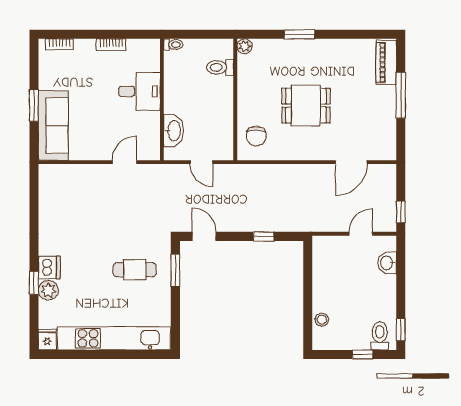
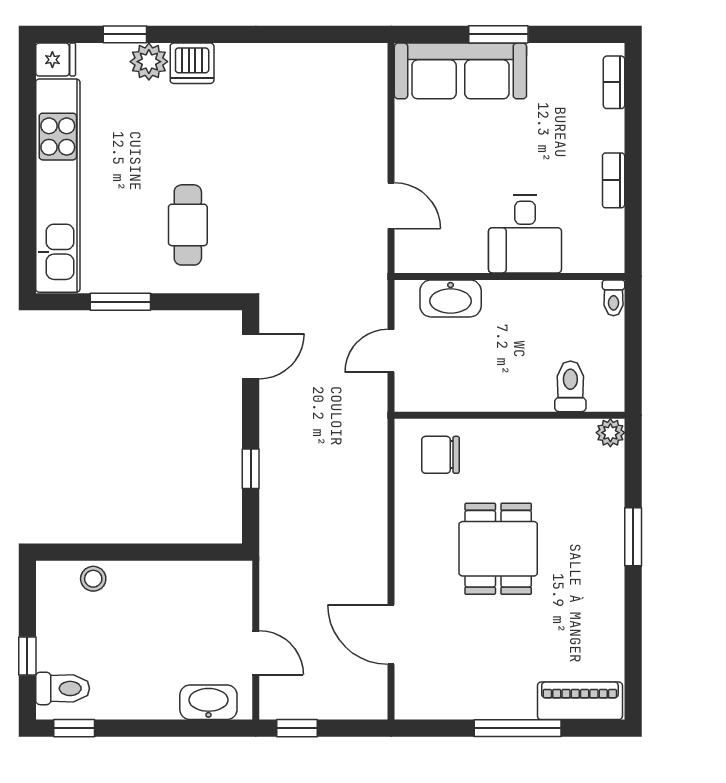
washbasin: (387, 263) -> (208, 702), width x1.38
window: (175, 270) -> (120, 302), moved
window: (34, 283) -> (125, 34), moved

